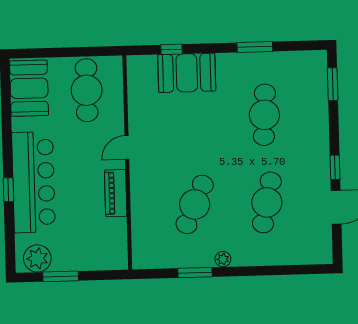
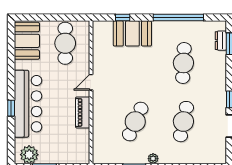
window: (255, 47) -> (178, 18), width x2.11
dresser: (320, 80) -> (221, 41), added

